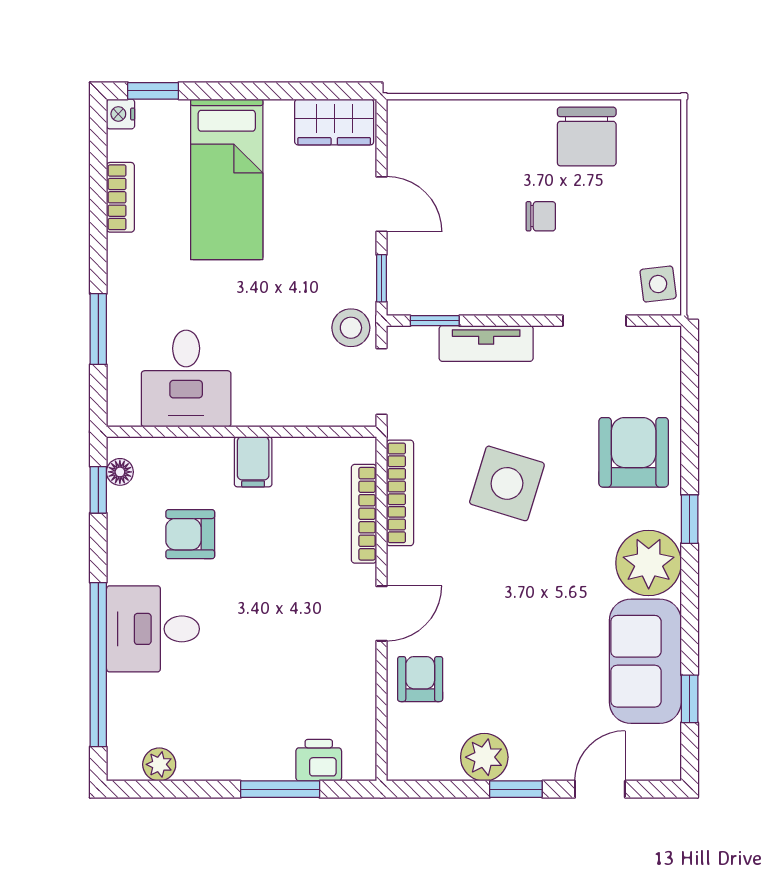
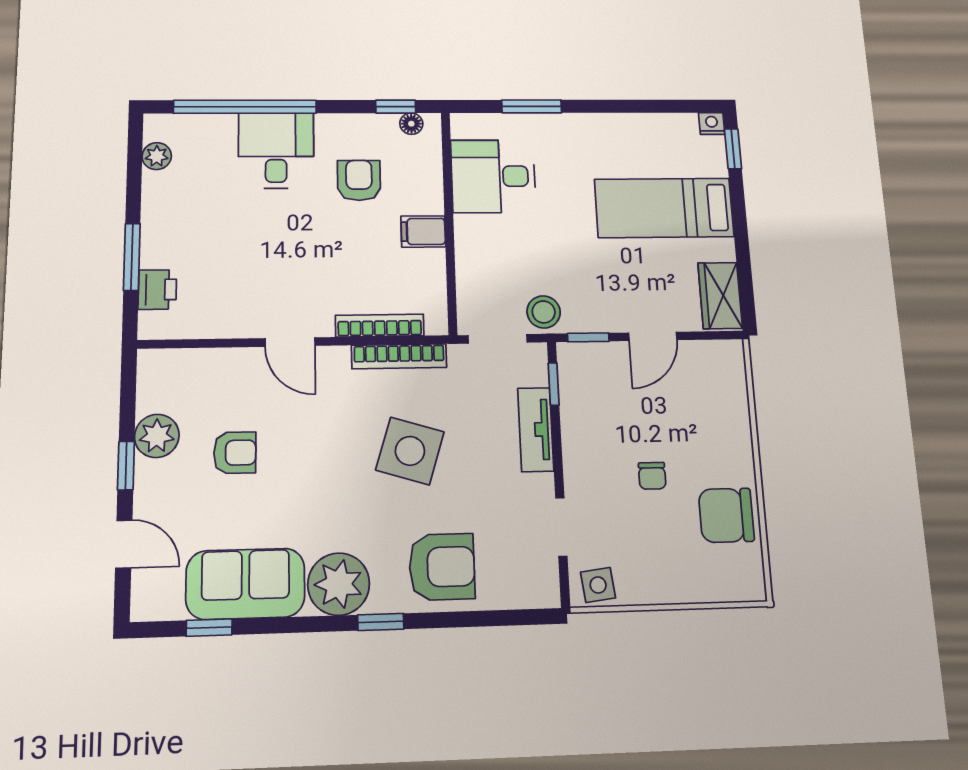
bookcase: (120, 197) -> (643, 124), removed
armchair: (420, 679) -> (235, 453), moved

